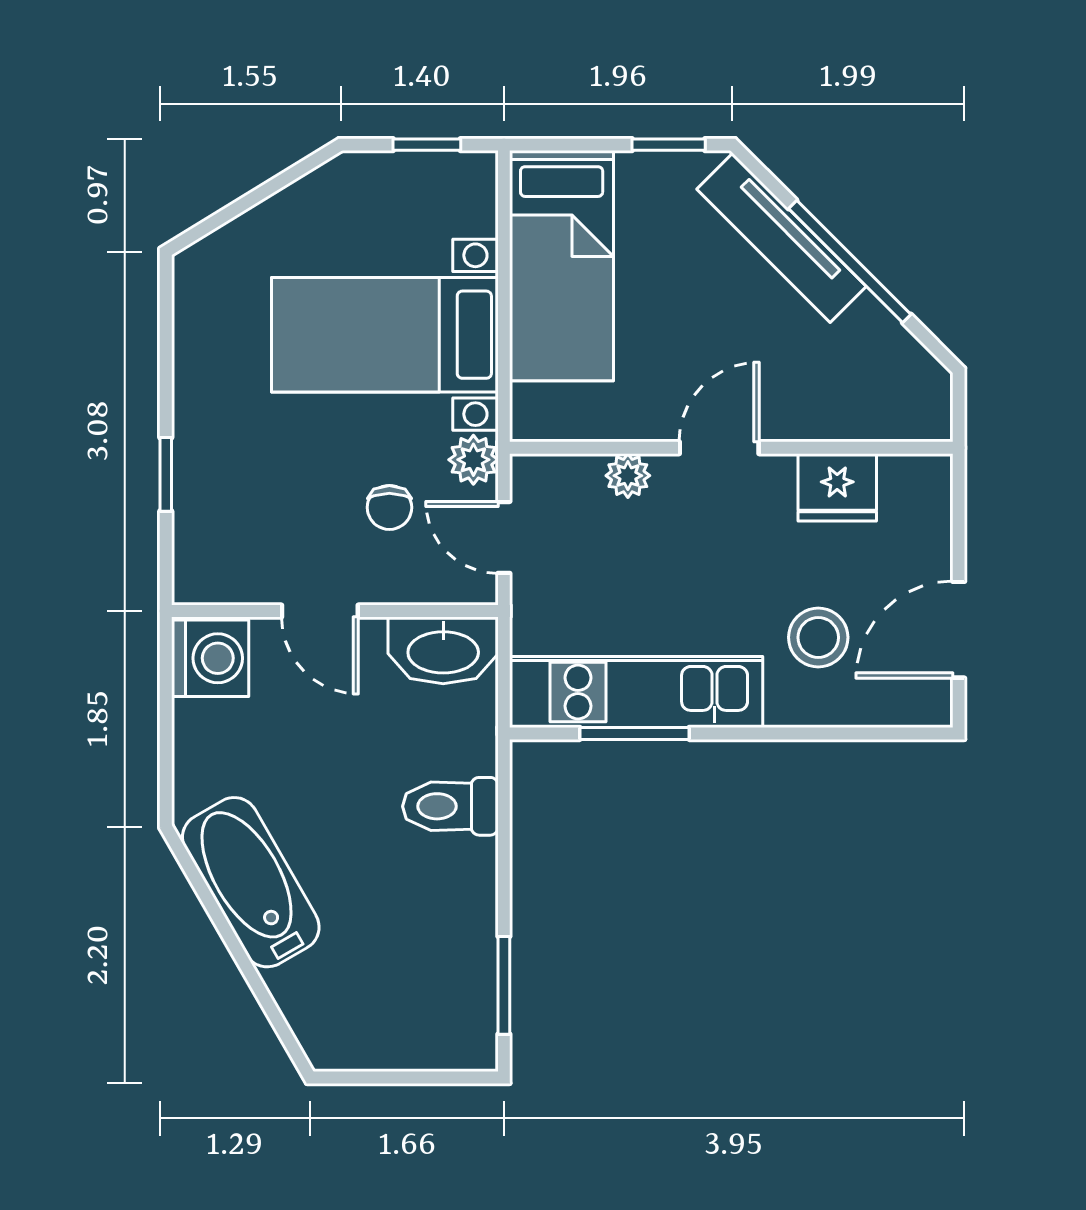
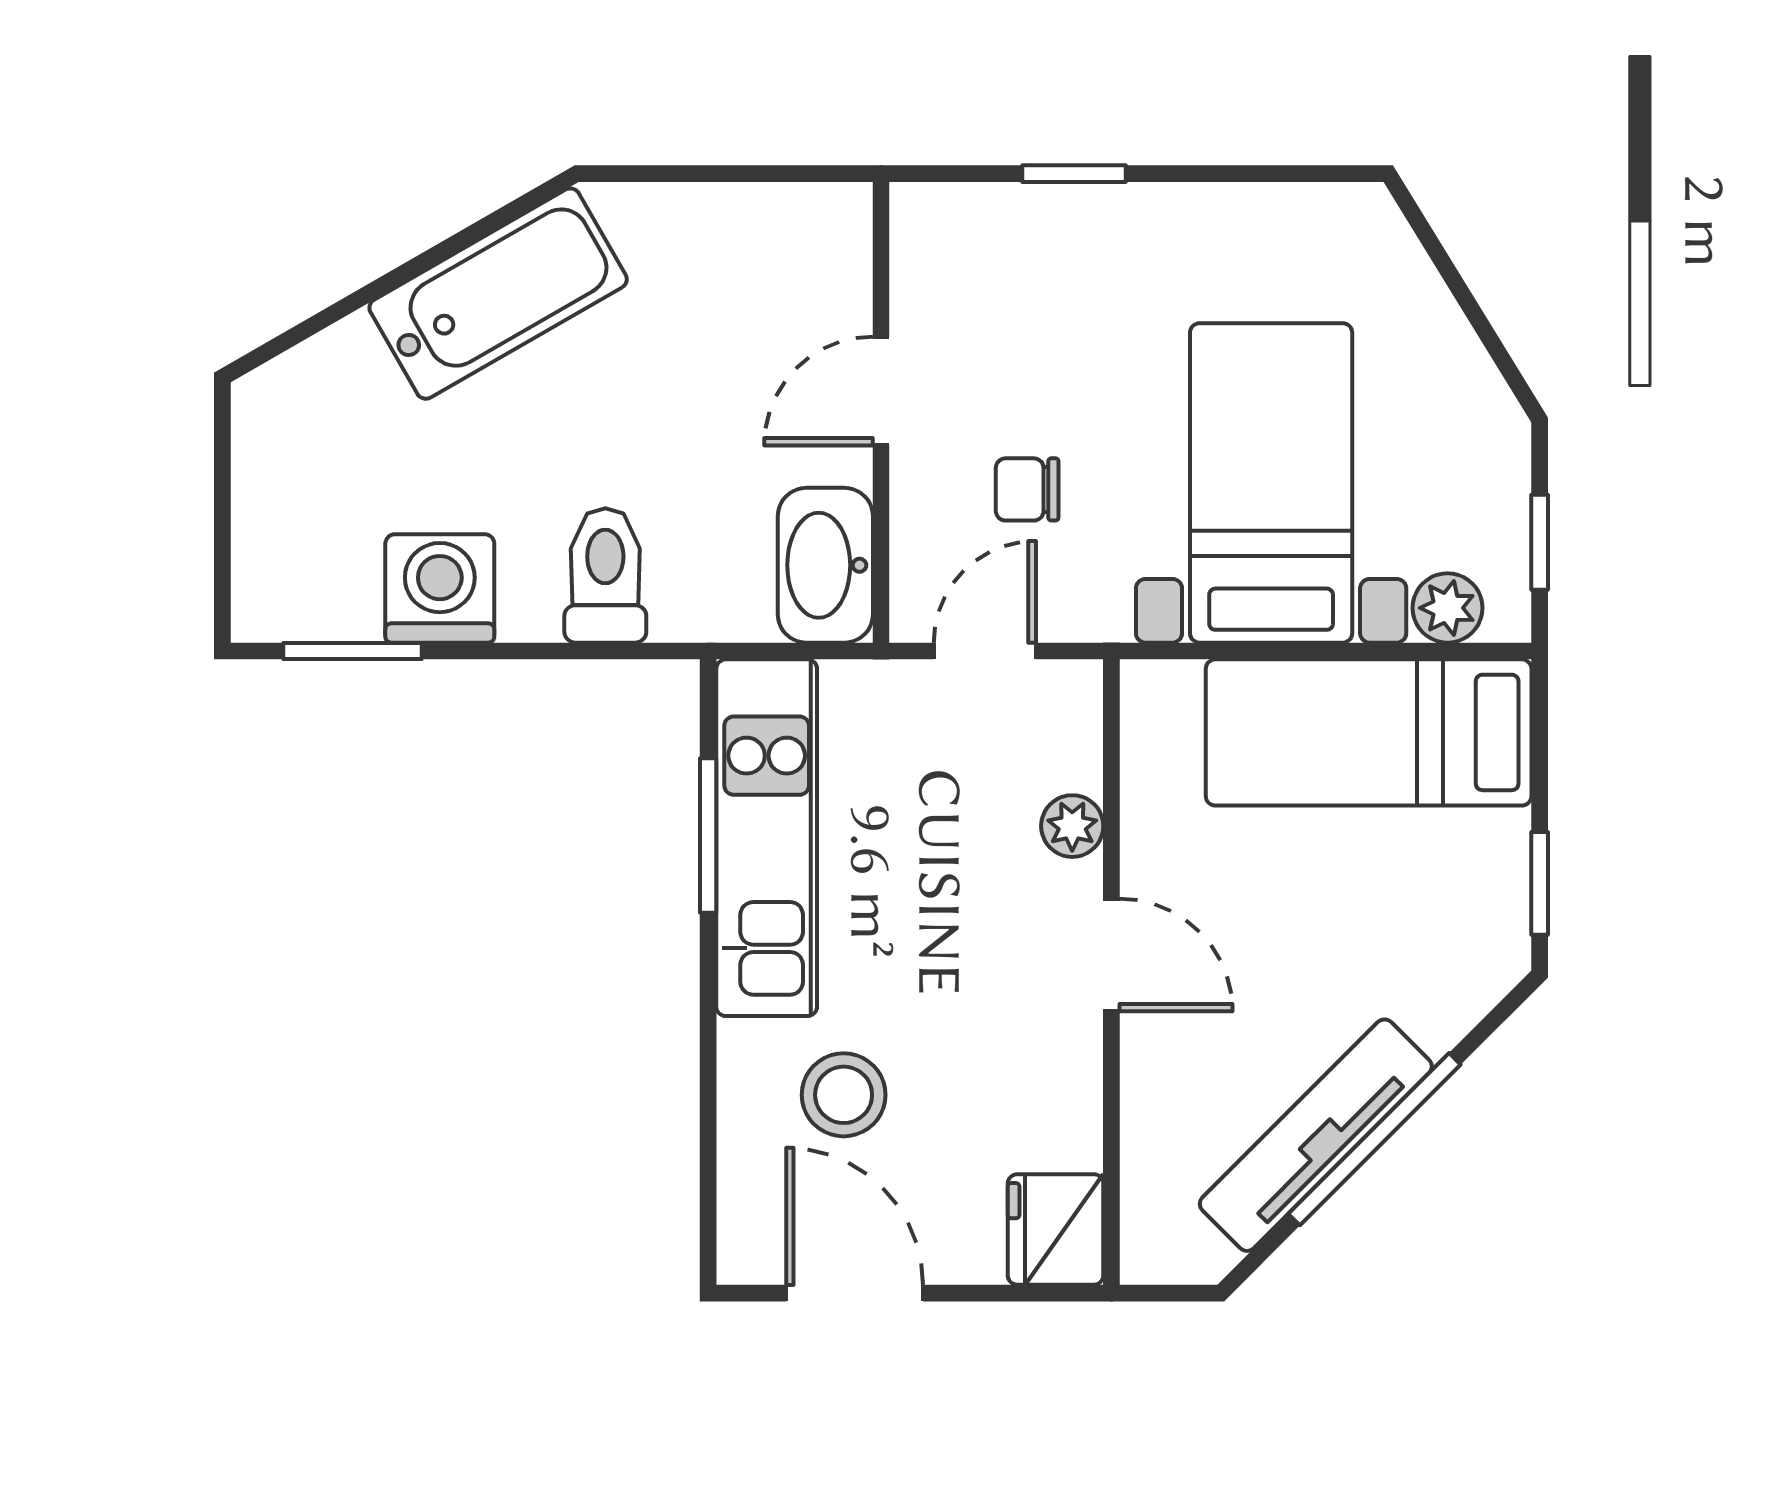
tv unit: (781, 238) -> (1316, 1135), moved
plant: (473, 460) -> (1448, 608), moved
fridge: (837, 487) -> (1056, 1229), moved
washing machine: (210, 658) -> (440, 588), moved, turned 180

